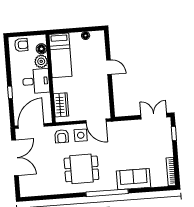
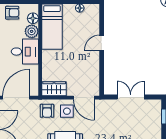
door: (109, 67) -> (102, 43), swing flipped
wardrobe: (61, 105) -> (54, 89), moved, turned -90
double door: (154, 116) -> (131, 97), moved

